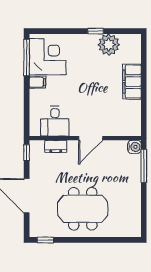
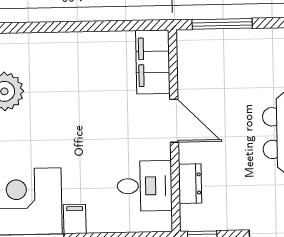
filing cabinet: (132, 82) -> (153, 62), moved, turned 90
water cooler: (134, 147) -> (188, 41), removed

